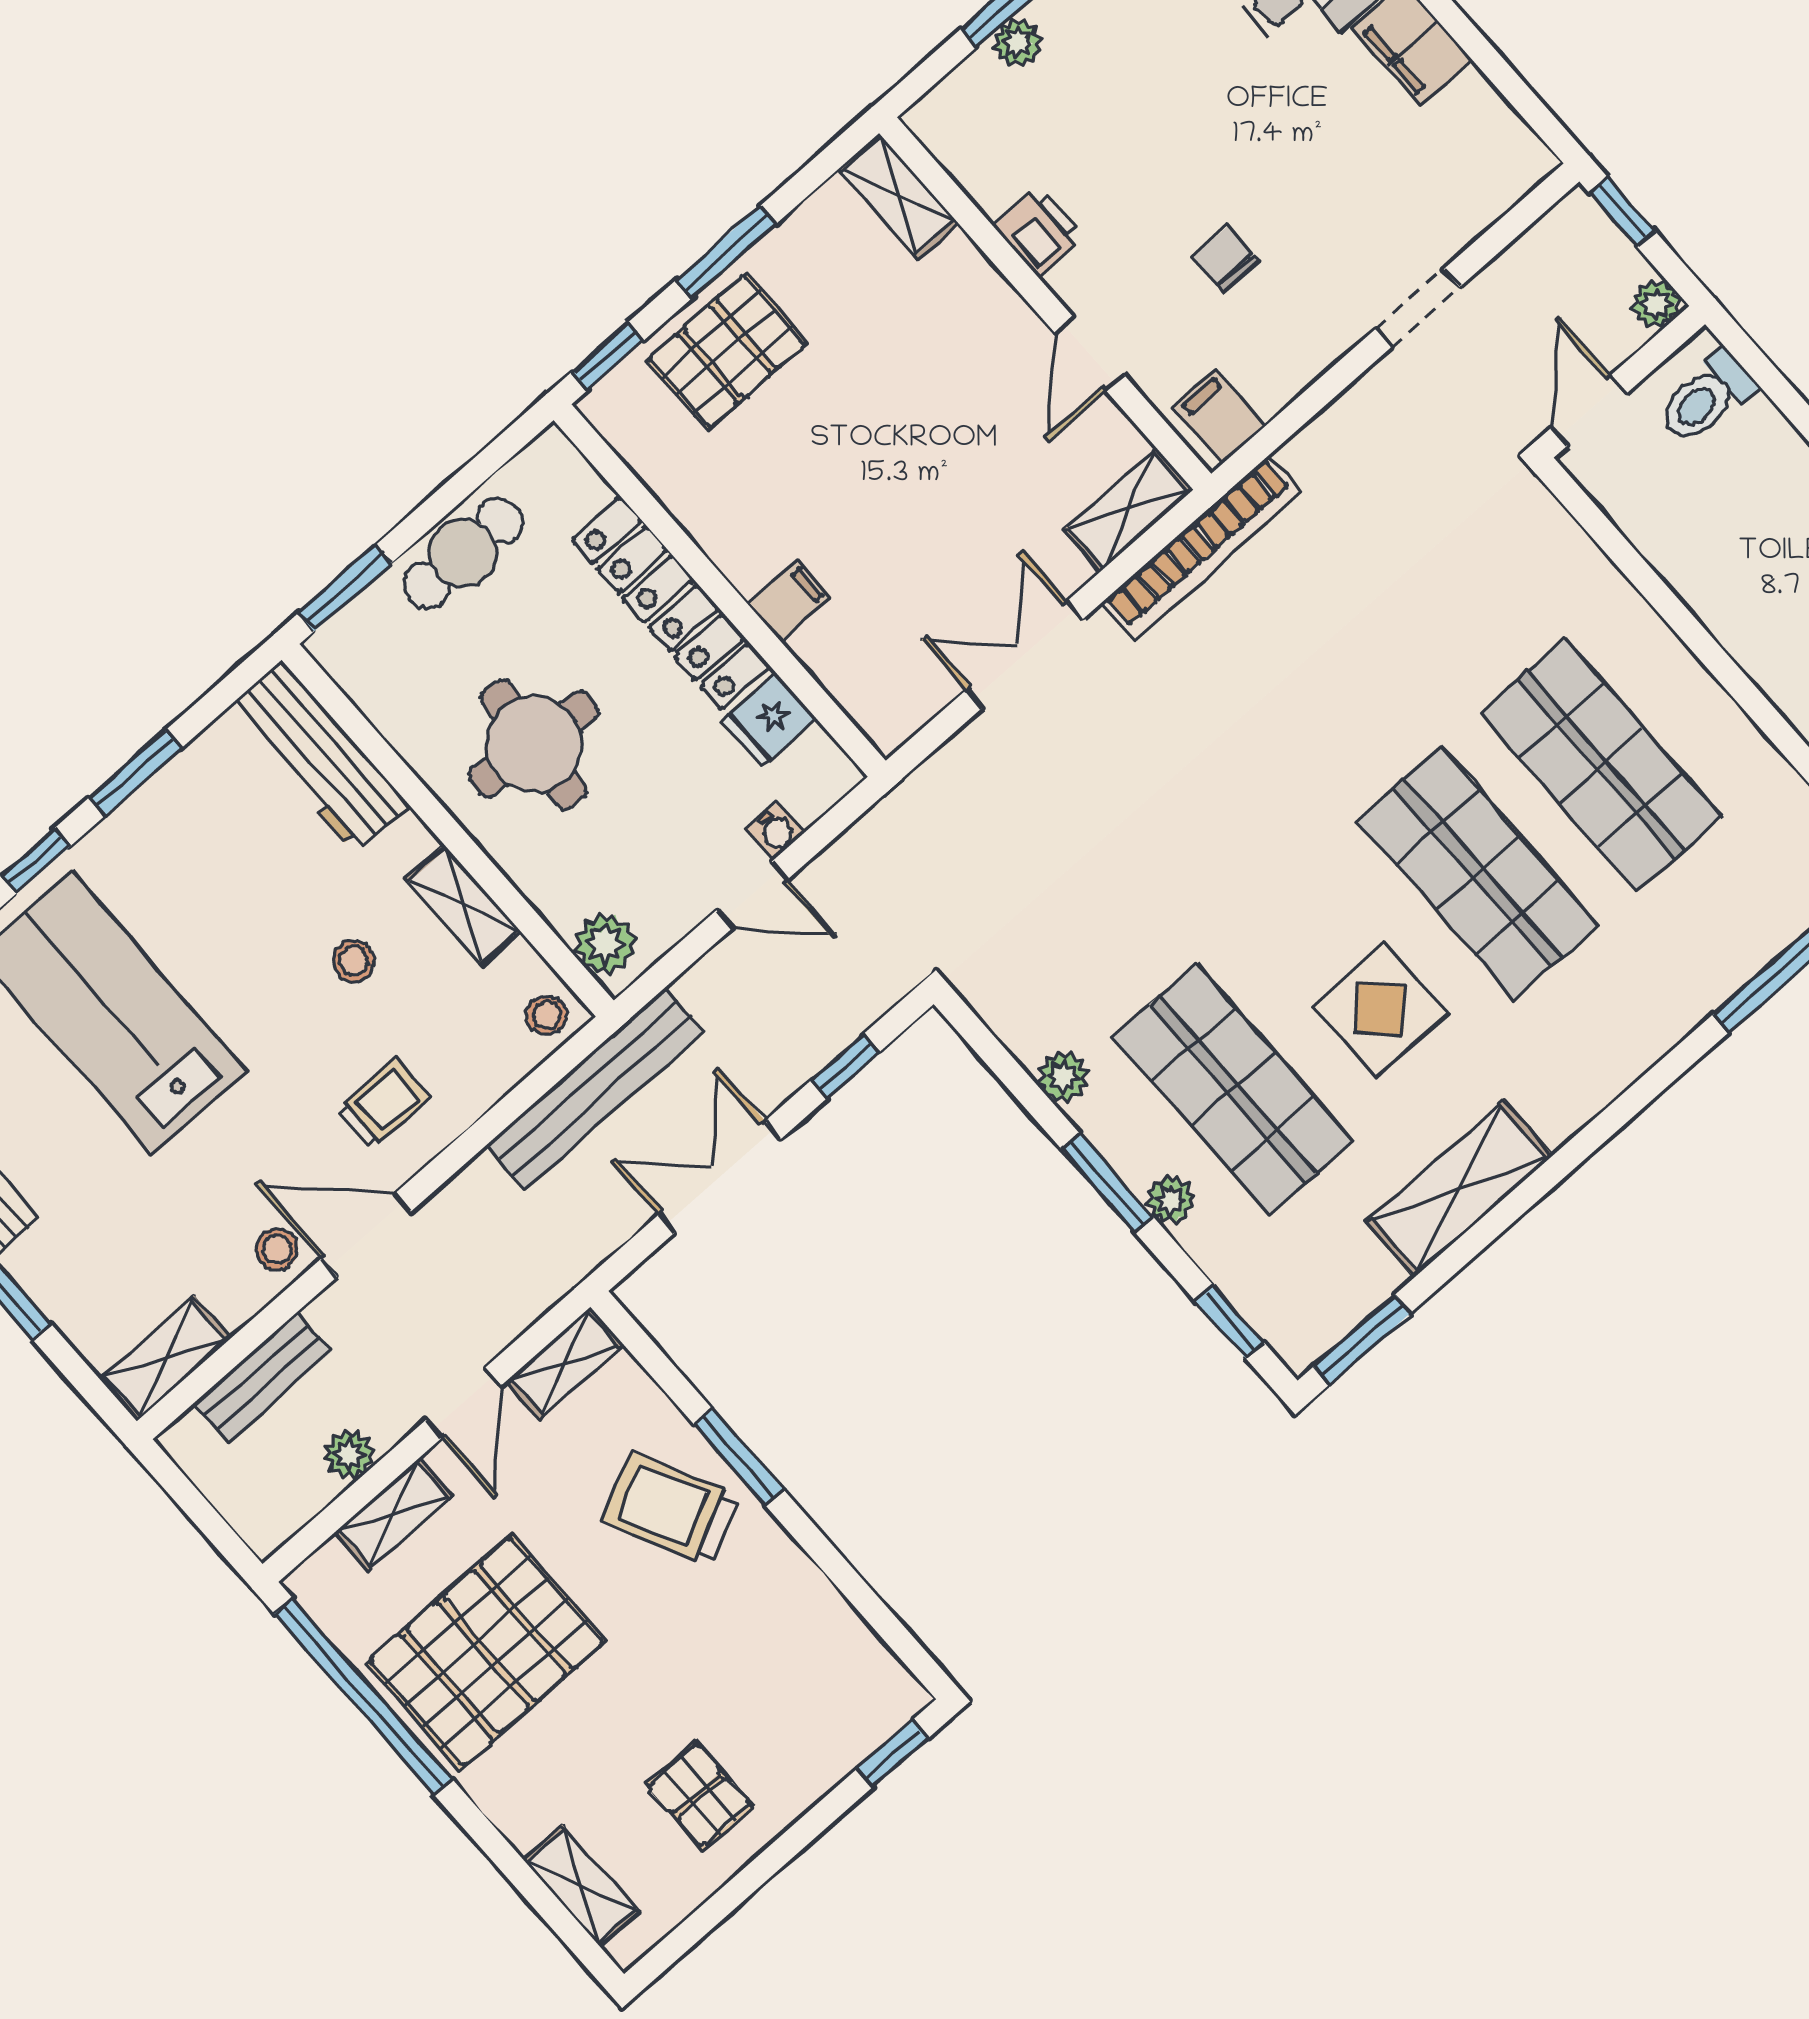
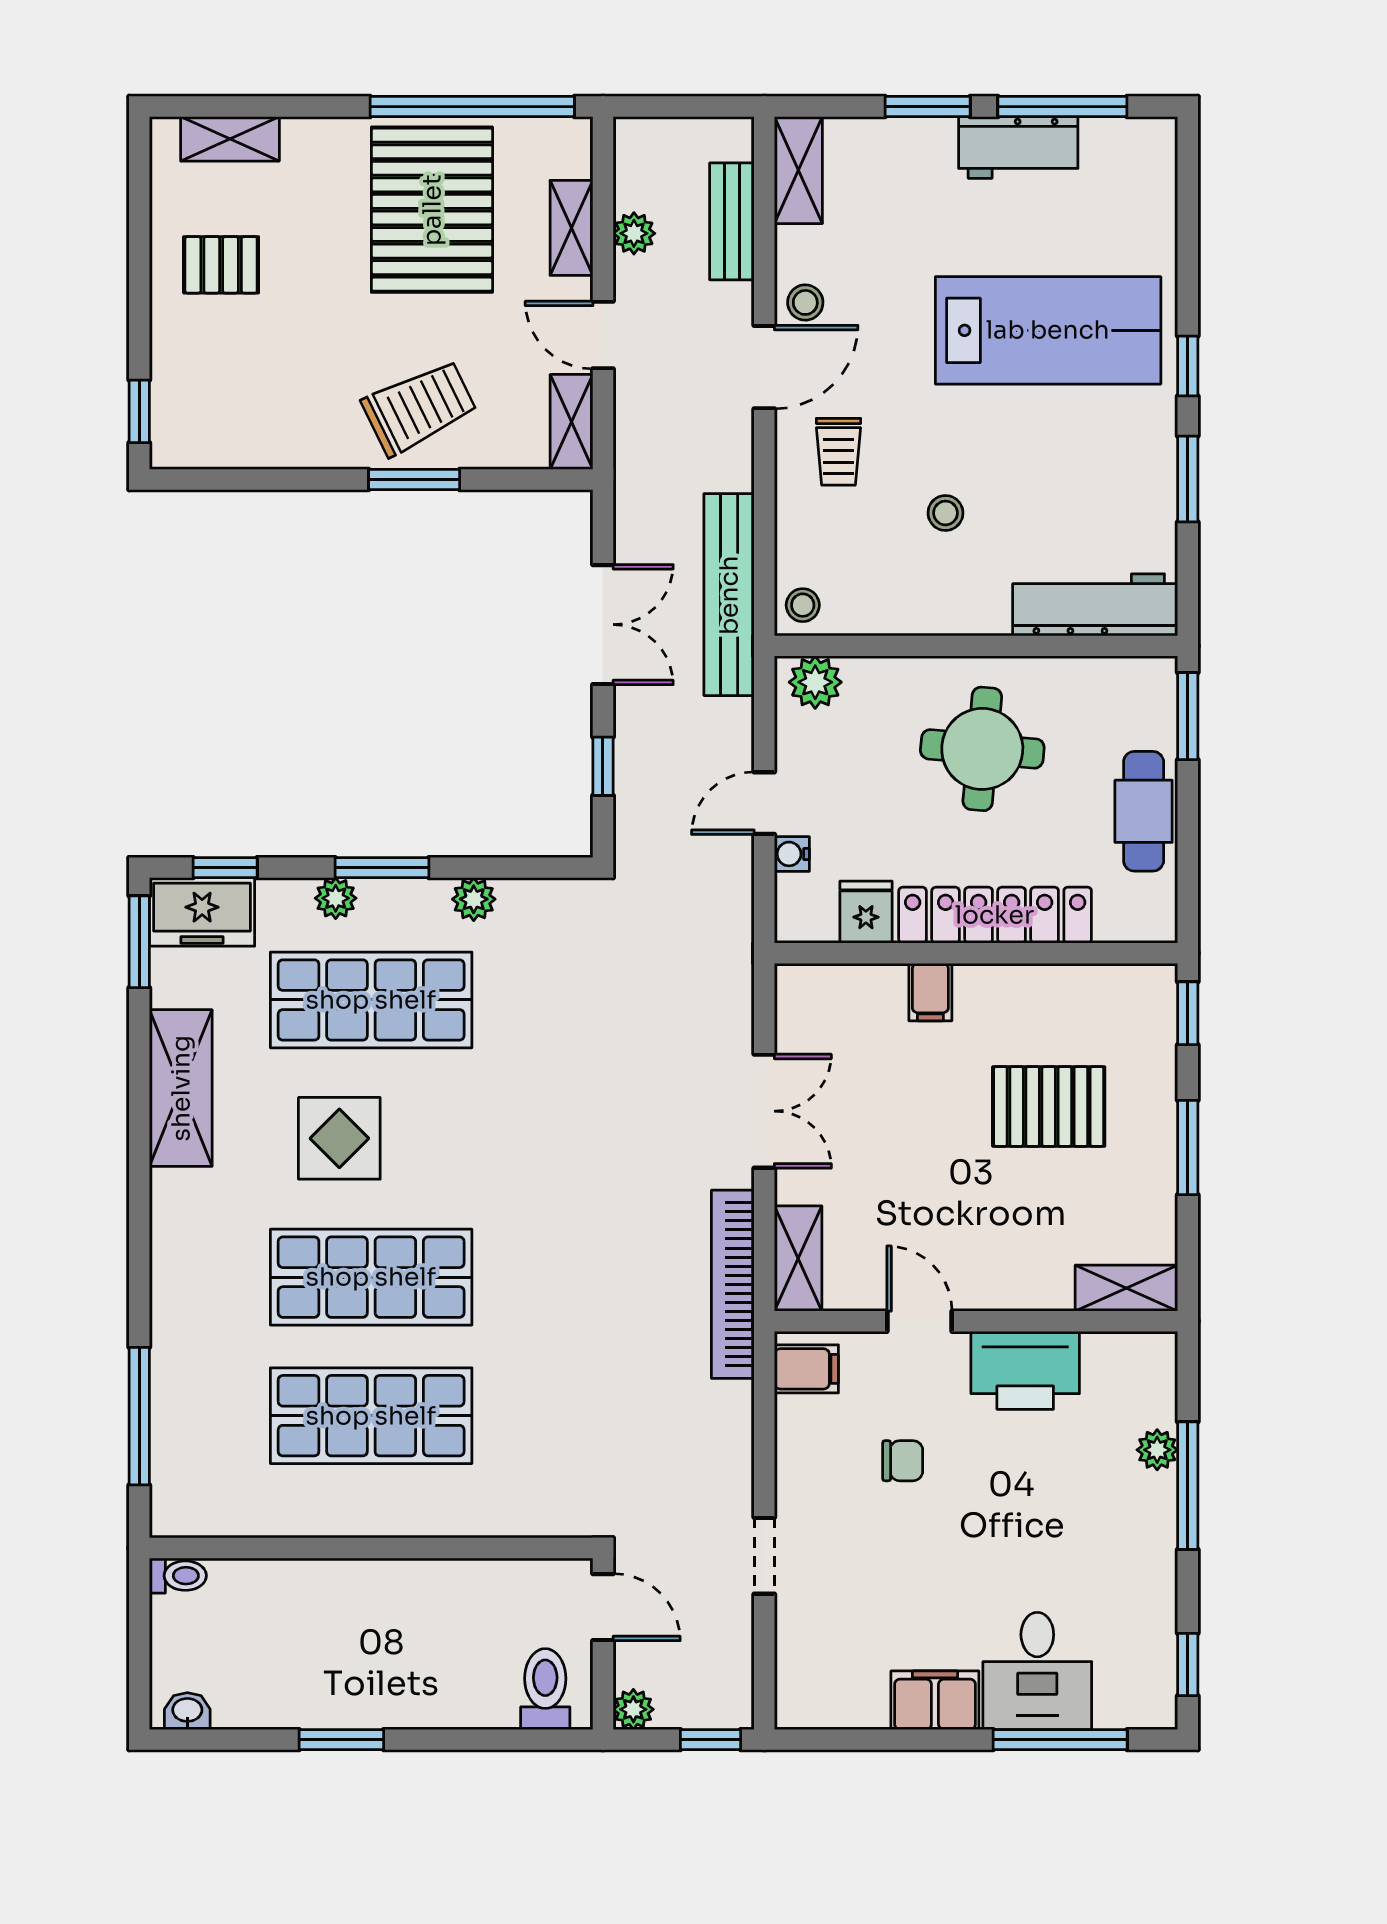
printer: (1039, 232) -> (1025, 1370), width x1.87, depth x1.48
pallet: (727, 351) -> (1049, 1106), moved, turned 90
shelving: (463, 905) -> (919, 614), removed
freezer: (1287, 1307) -> (202, 912), added

